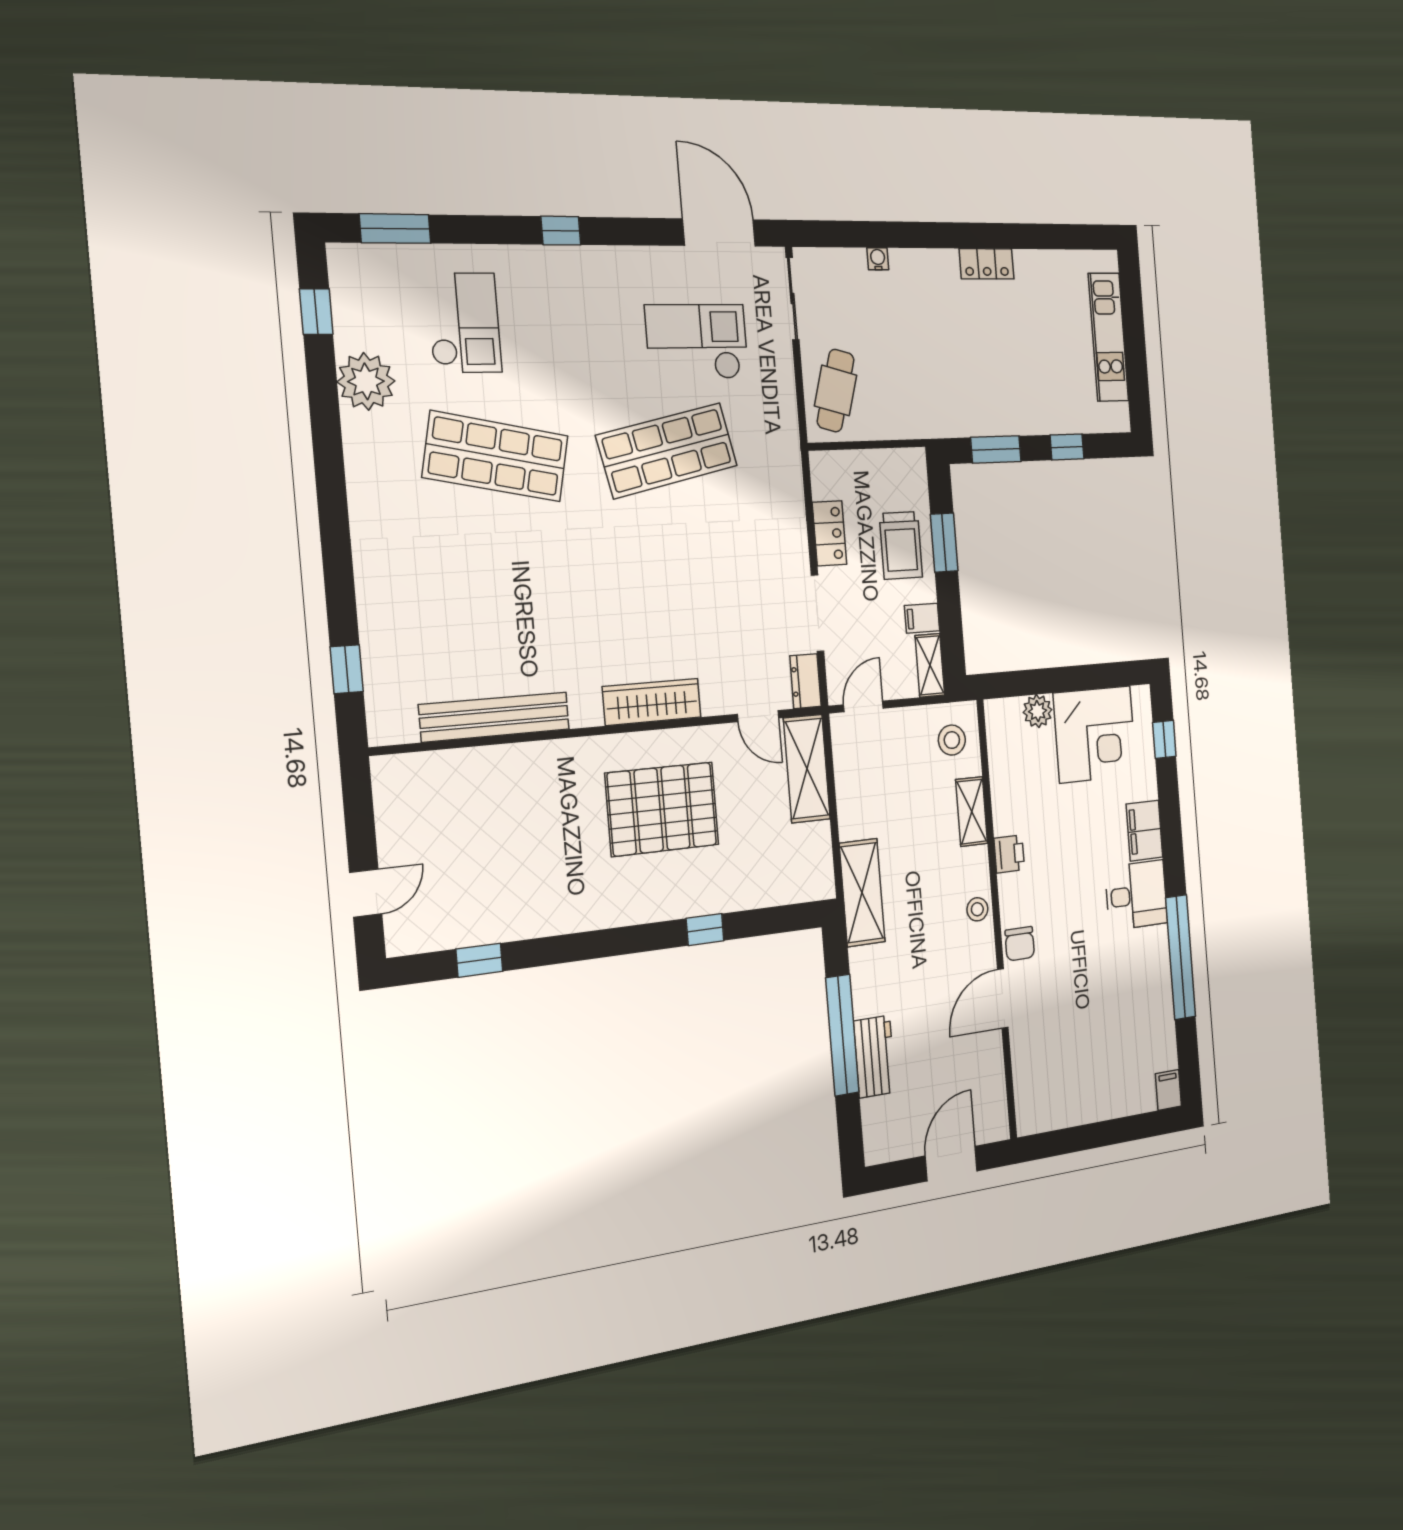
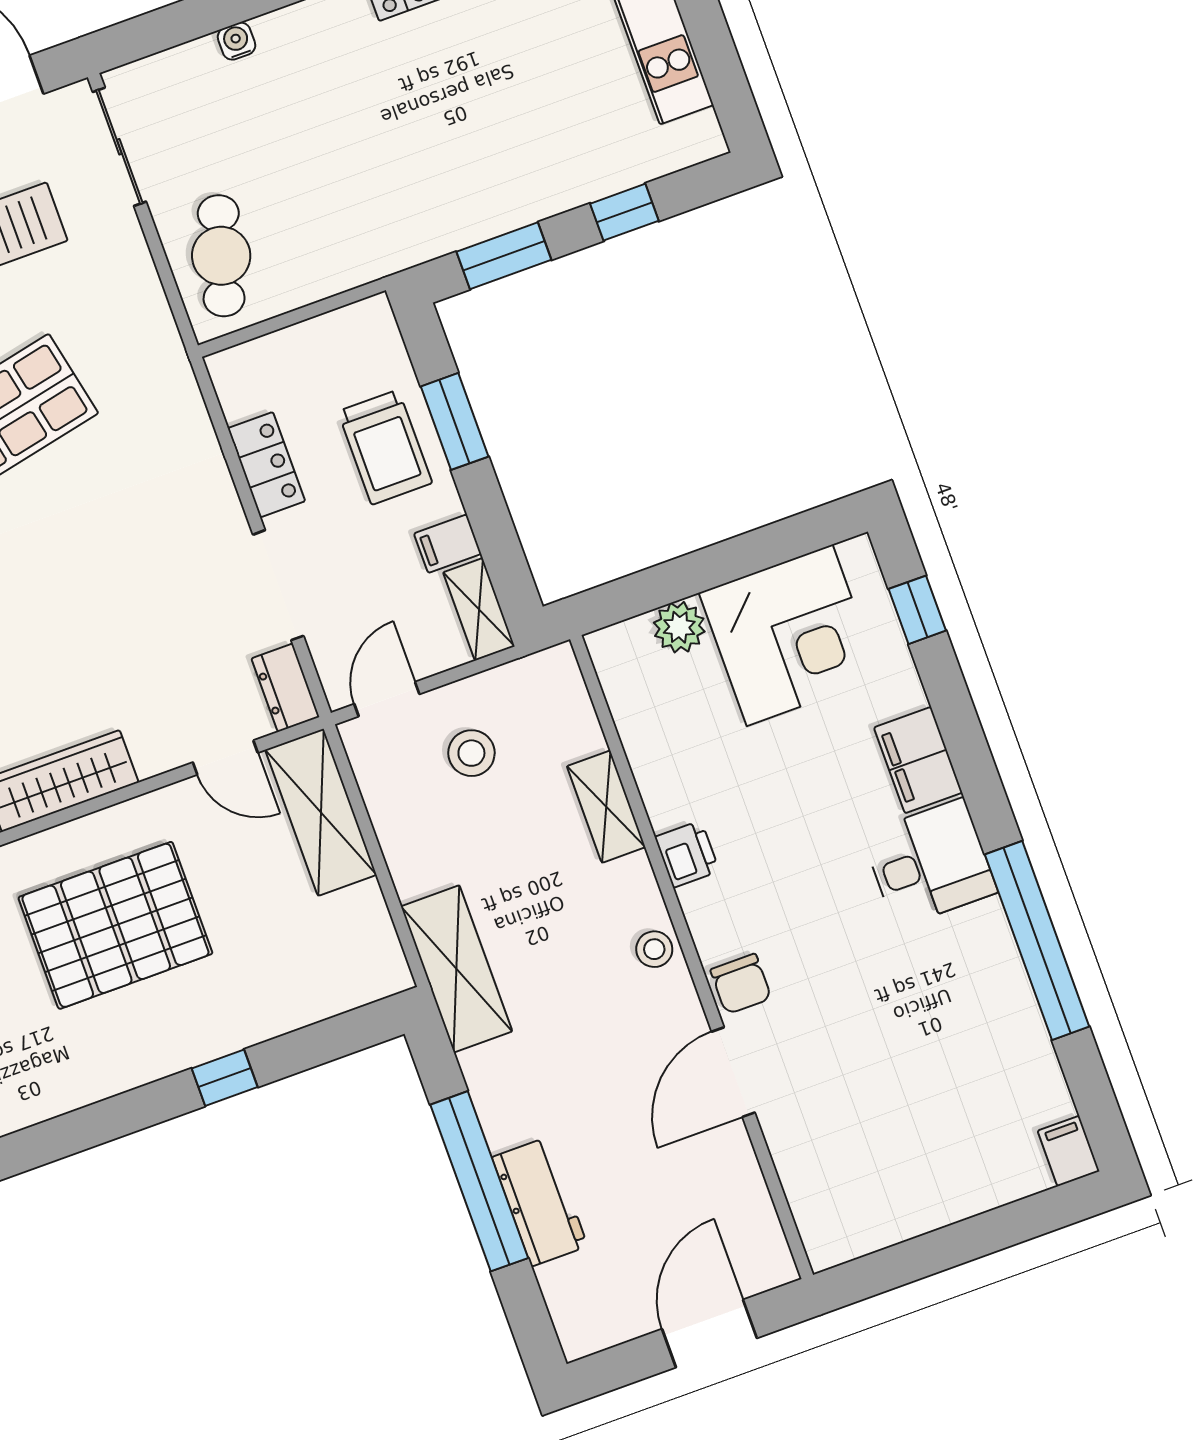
stool: (952, 740) -> (471, 753), moved

